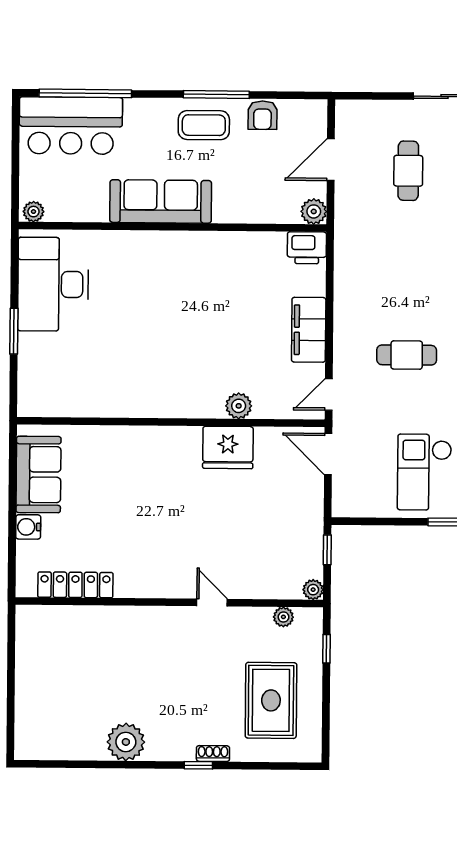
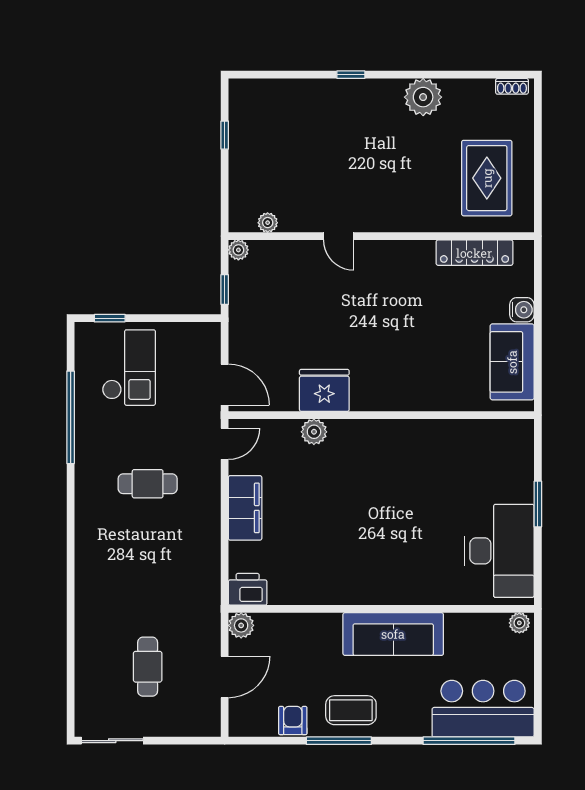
window: (326, 649) -> (225, 135), moved
rug: (271, 700) -> (487, 178), moved
shoe rack: (213, 754) -> (512, 86), moved

